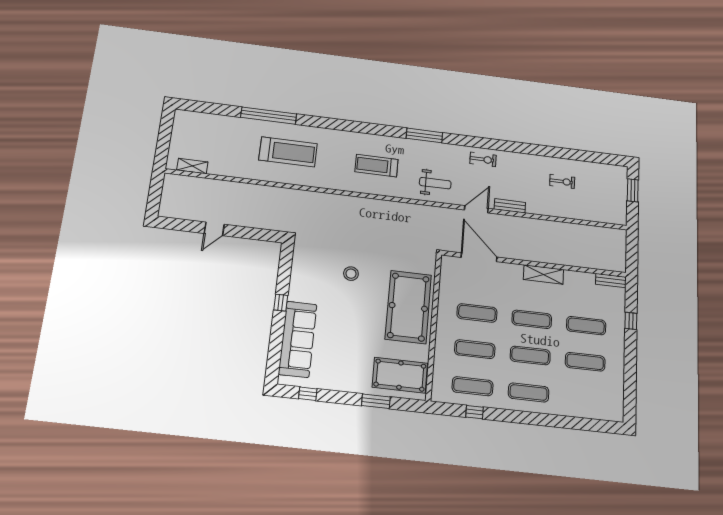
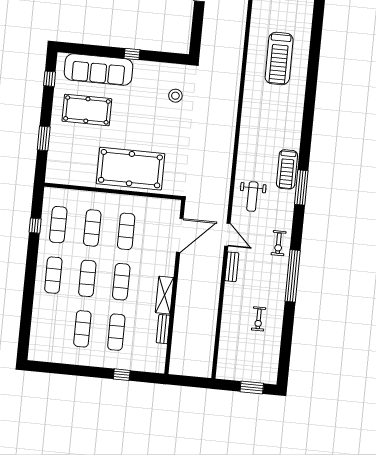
window: (269, 116) -> (293, 276), moved
treadmill: (377, 166) -> (287, 169), moved, turned 180
stool: (351, 274) -> (175, 96), moved
bench: (611, 281) -> (163, 329), moved
pool table: (400, 375) -> (87, 110), moved, turned 90

